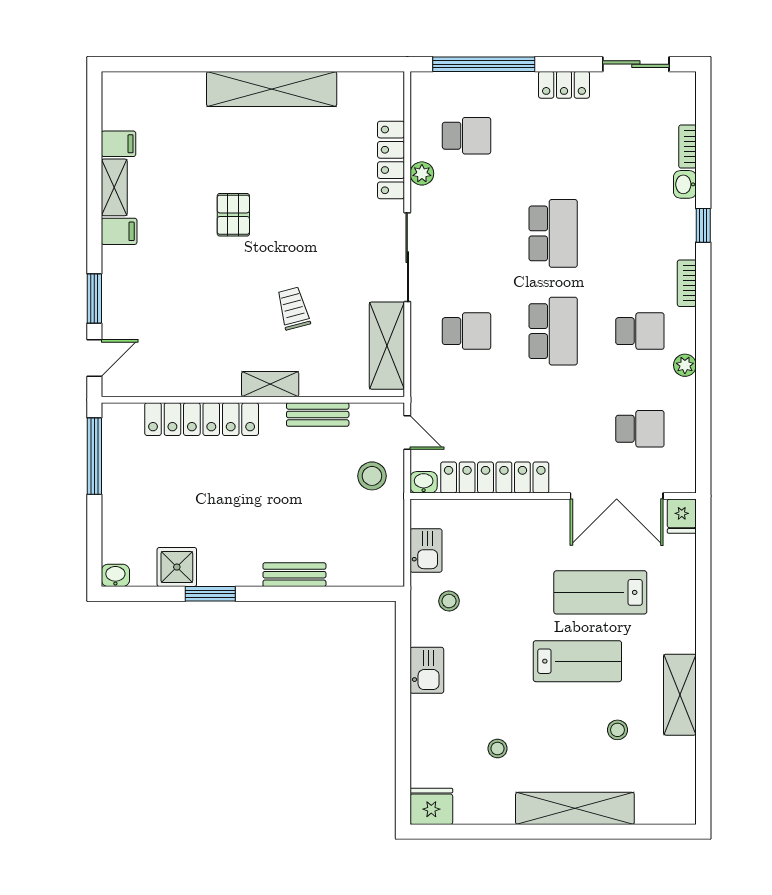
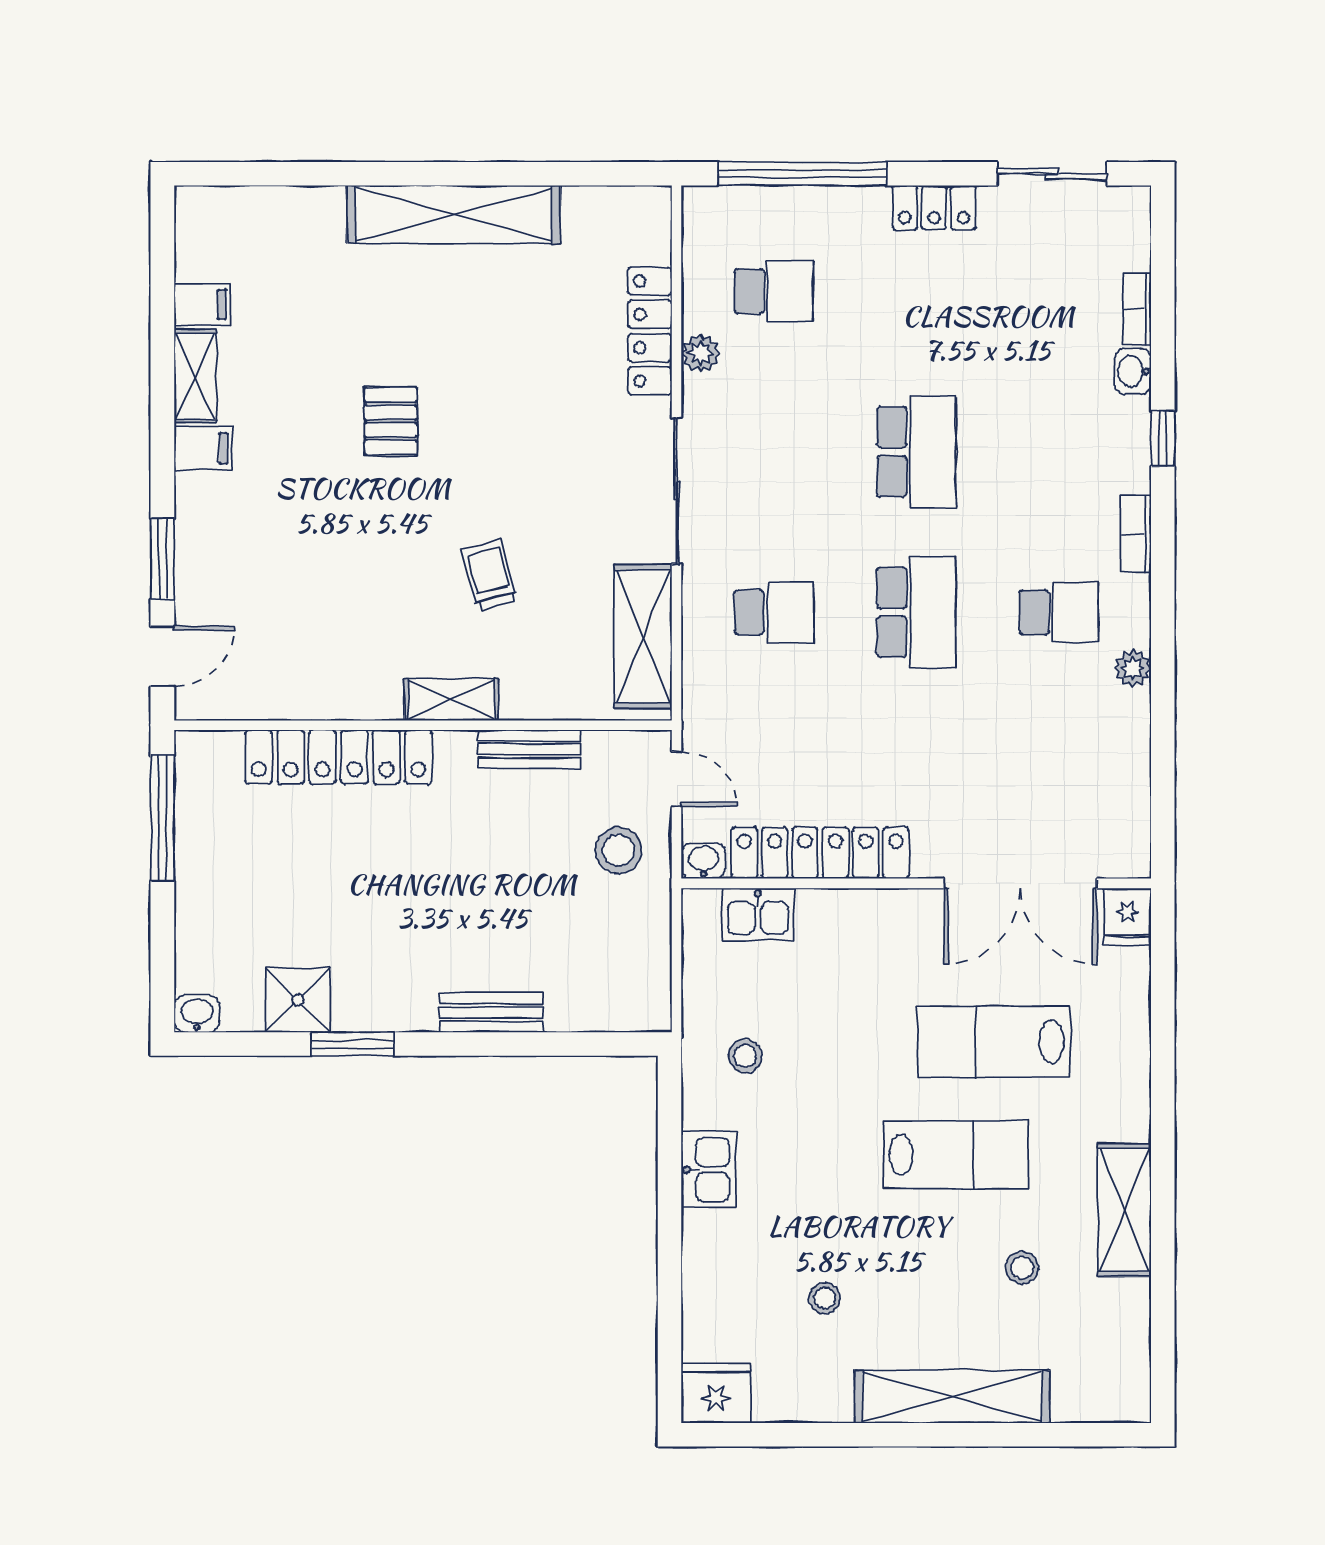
school desk: (640, 429) -> (1059, 773), removed
kitchen sink: (426, 550) -> (758, 914), moved, turned 90

